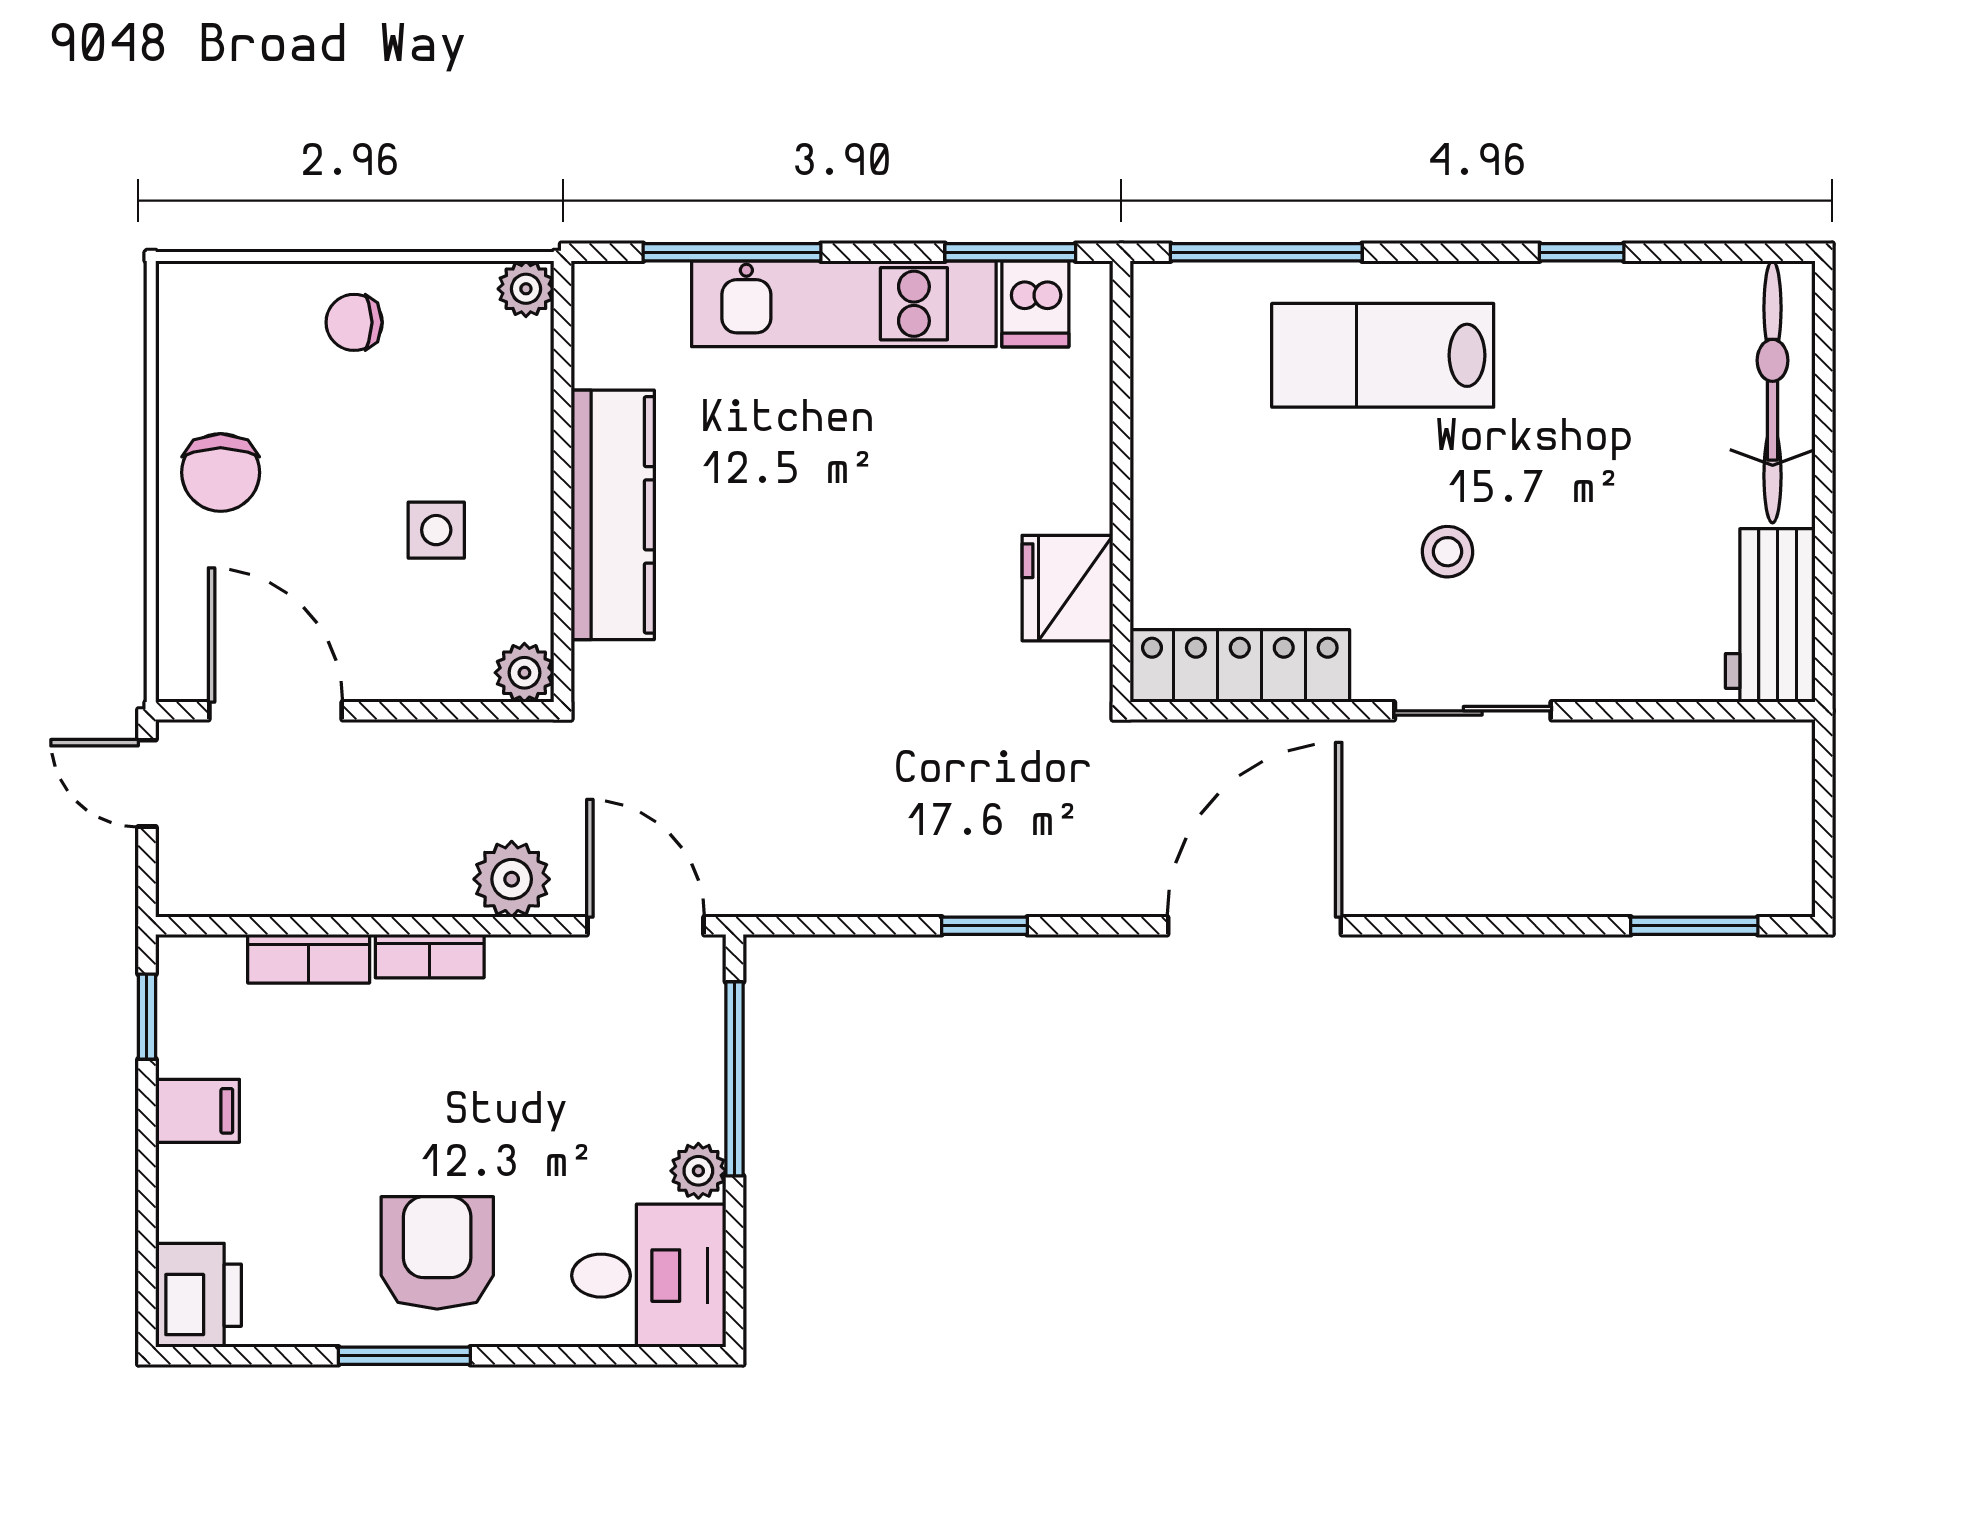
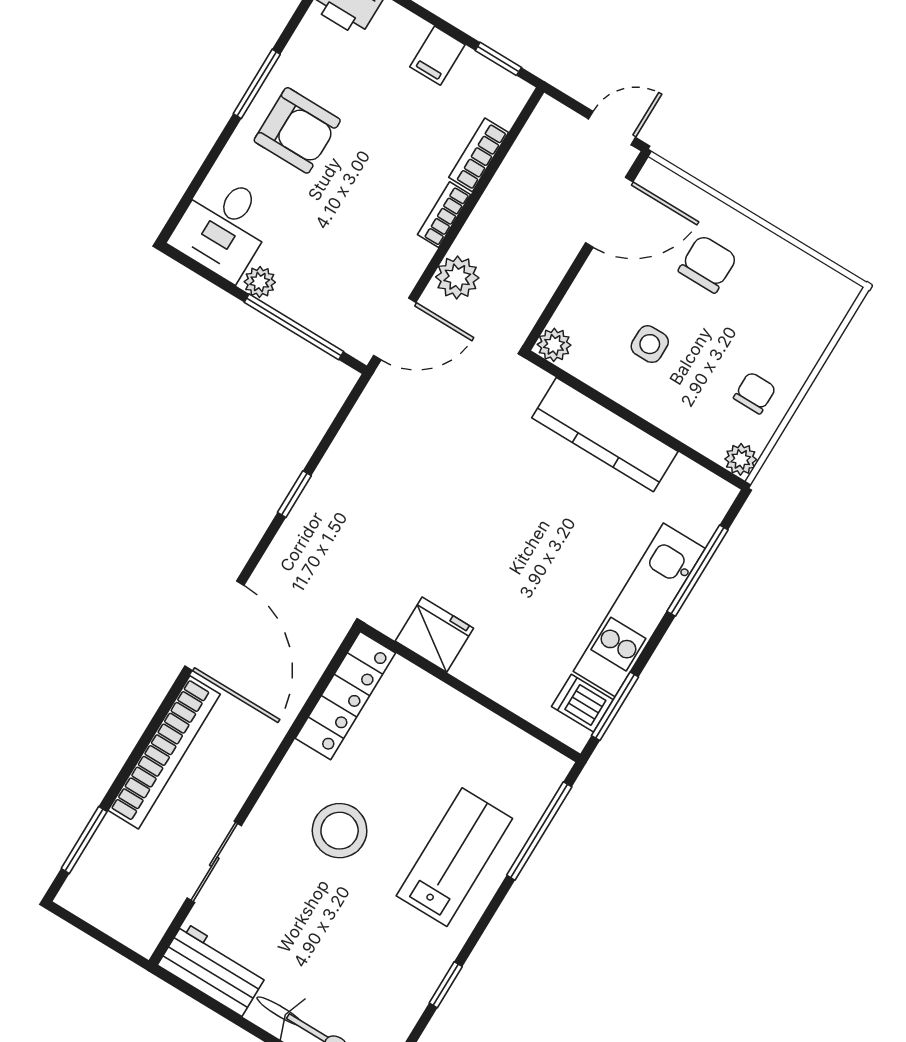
chair: (354, 322) -> (755, 393), moved
chair: (221, 472) -> (708, 264), moved, turned 90
stool: (1448, 552) -> (340, 831), width x1.89, depth x1.89
sliding door: (1473, 711) -> (214, 862), moved
bookcase: (1490, 886) -> (164, 752), added

